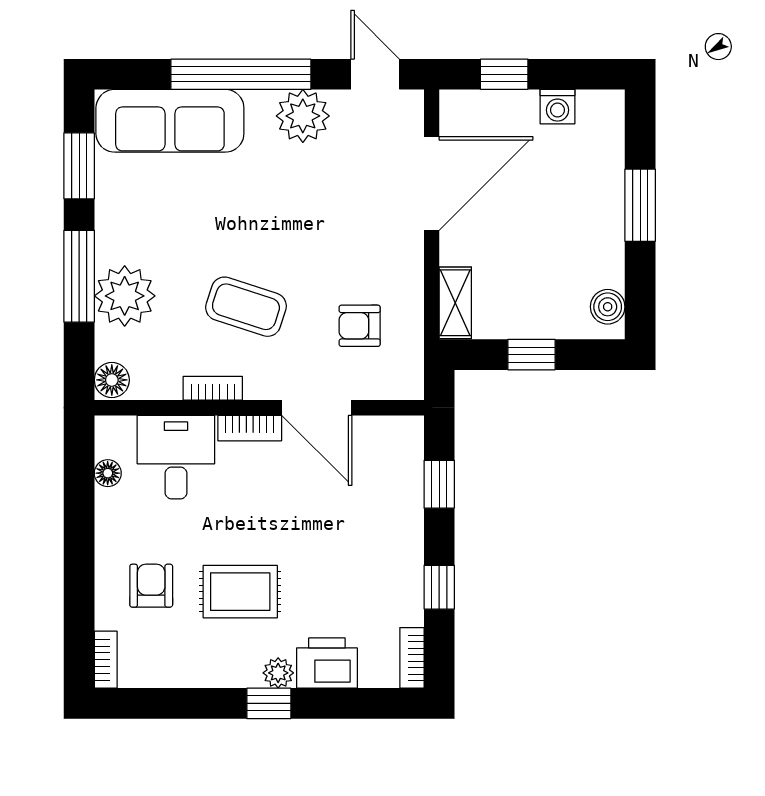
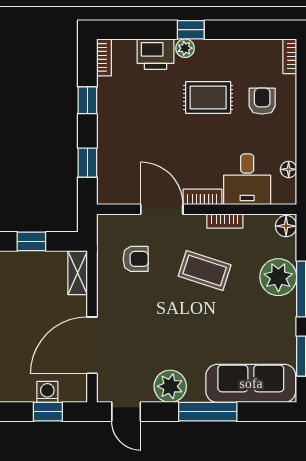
window: (241, 74) -> (208, 412), width x0.68
washing machine: (557, 107) -> (47, 392), moved
armchair: (151, 586) -> (262, 101), turned 180

